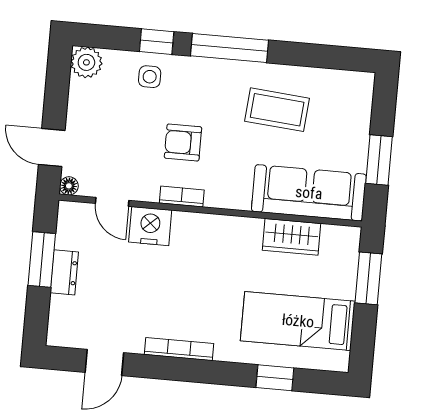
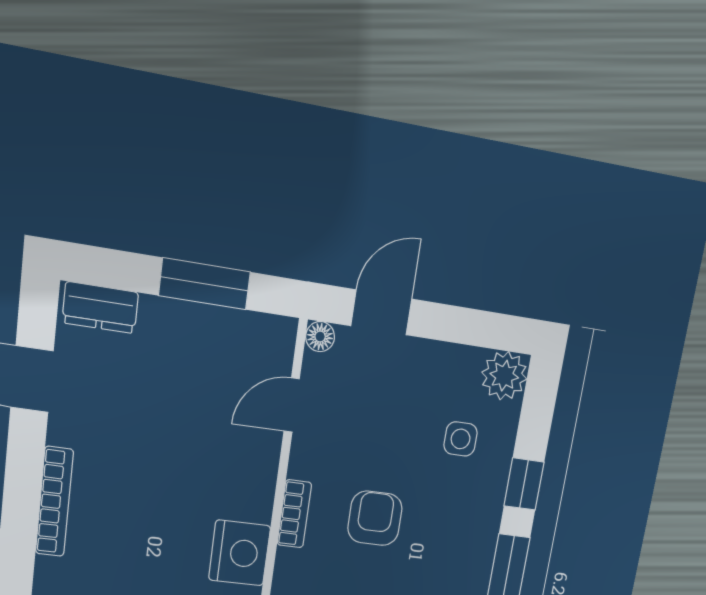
side table: (150, 77) -> (461, 439), moved
nightstand: (150, 226) -> (240, 553), moved
dresser: (64, 272) -> (100, 308), moved

